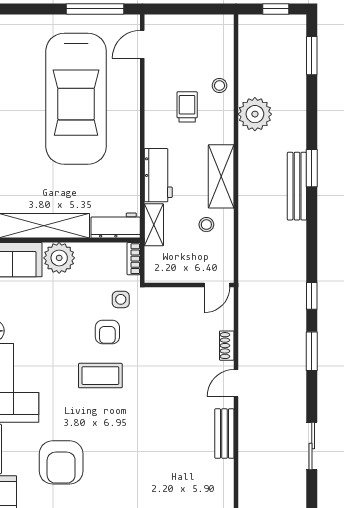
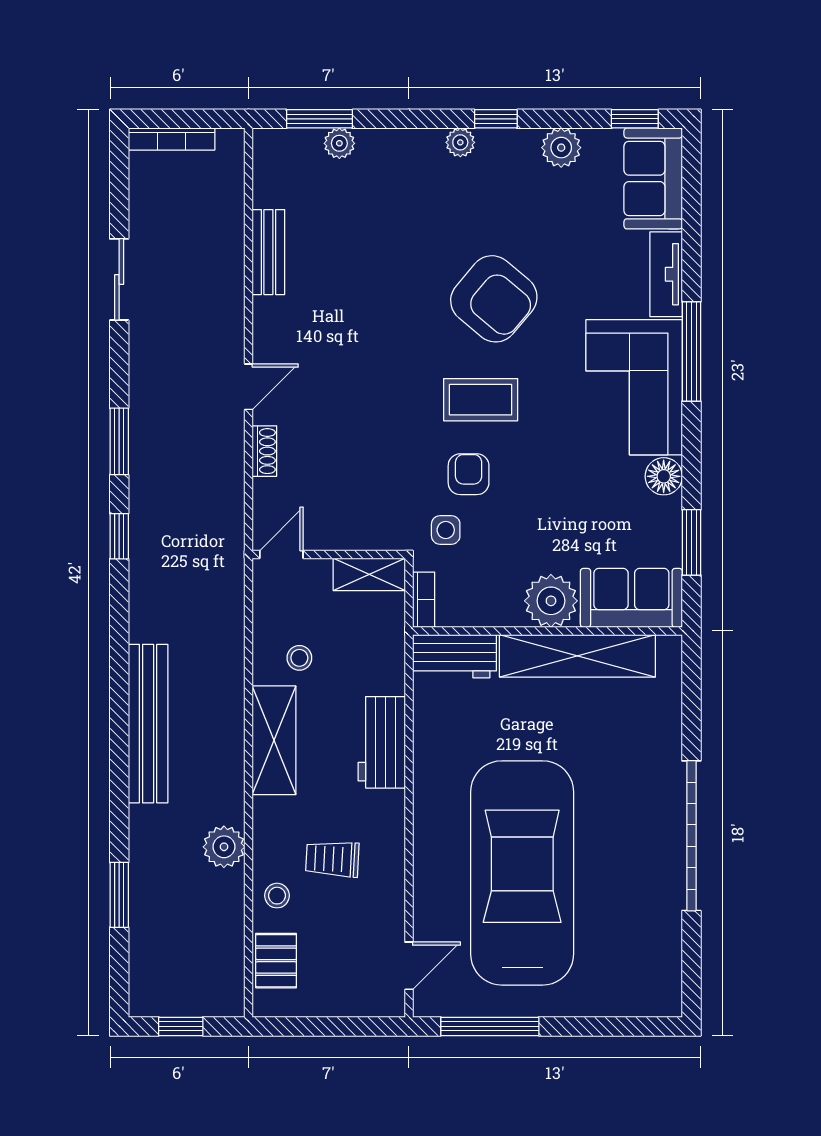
pallet: (220, 47) -> (276, 961), added
window: (312, 56) -> (119, 895), moved
trolley: (187, 107) -> (332, 859), turned 93
plant: (255, 114) -> (224, 847), width x0.73, depth x0.73
window: (312, 168) -> (119, 754), removed
bench: (297, 186) -> (148, 724), width x1.37, depth x1.21
shelving: (154, 225) -> (369, 574), moved, turned 90
bench: (224, 434) -> (268, 252), moved
armchair: (61, 462) -> (494, 299), moved, turned 130

